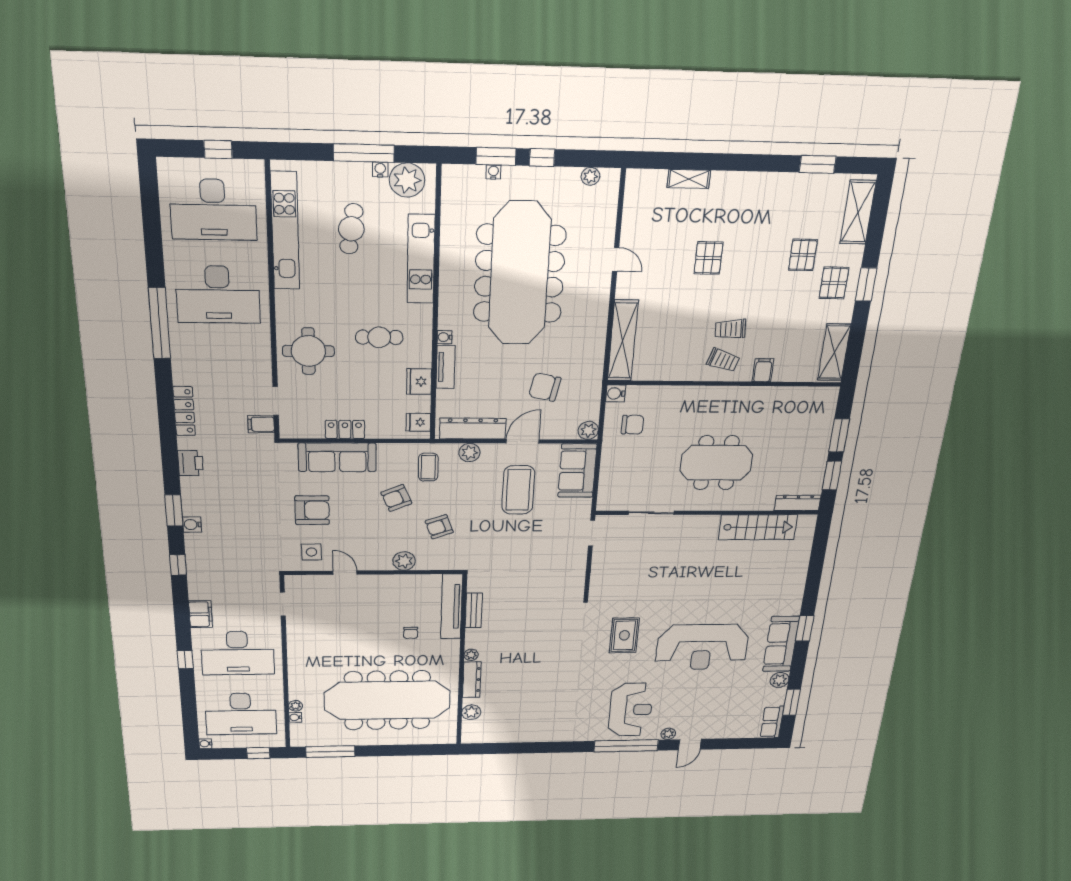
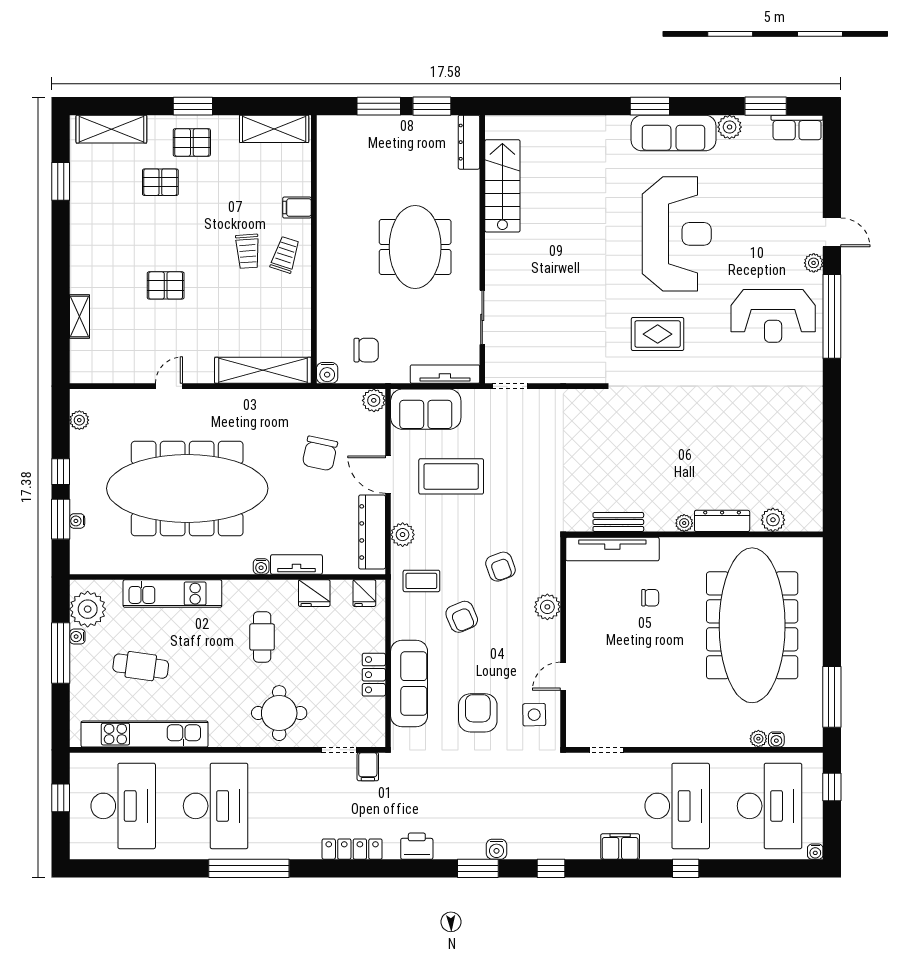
chair: (633, 425) -> (366, 350), turned 90
tv unit: (606, 485) -> (445, 374), added
reception desk: (631, 710) -> (773, 316), turned 180

